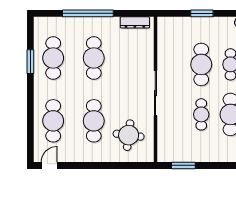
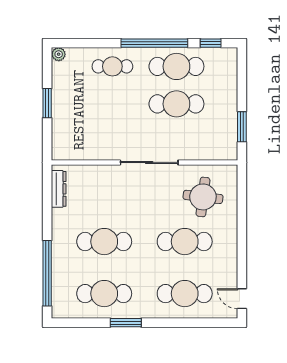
window: (88, 13) -> (47, 273), moved
window: (30, 62) -> (126, 323), moved
cafe table: (201, 64) -> (112, 104), removed
cafe table: (201, 114) -> (176, 104), width x1.37, depth x1.35

